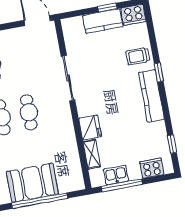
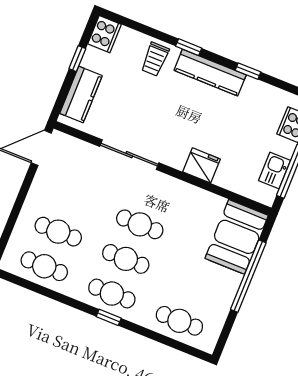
kitchen counter: (103, 21) -> (81, 94), moved
window: (172, 144) -> (248, 71), moved
shelving: (92, 154) -> (233, 183), removed
booth: (32, 183) -> (237, 237), moved

